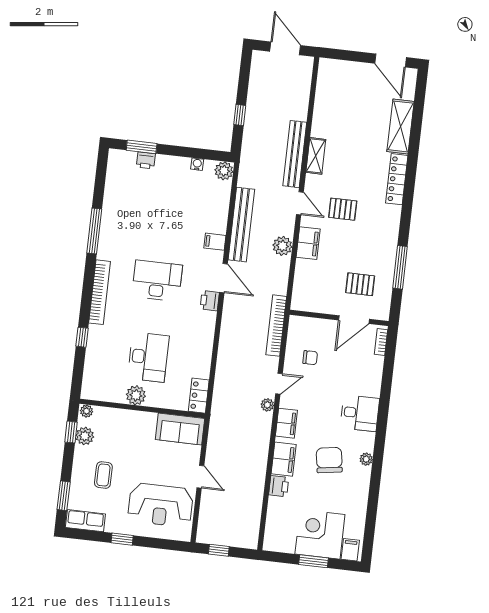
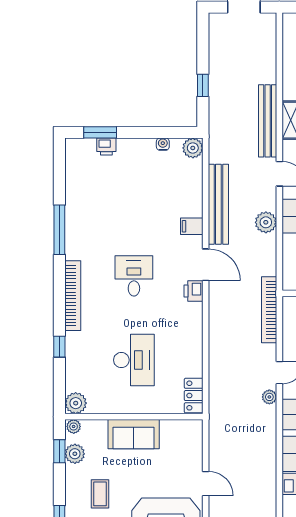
desk: (157, 281) -> (134, 276), width x0.73
plant: (136, 395) -> (76, 403), moved
sofa: (180, 429) -> (134, 434), moved

